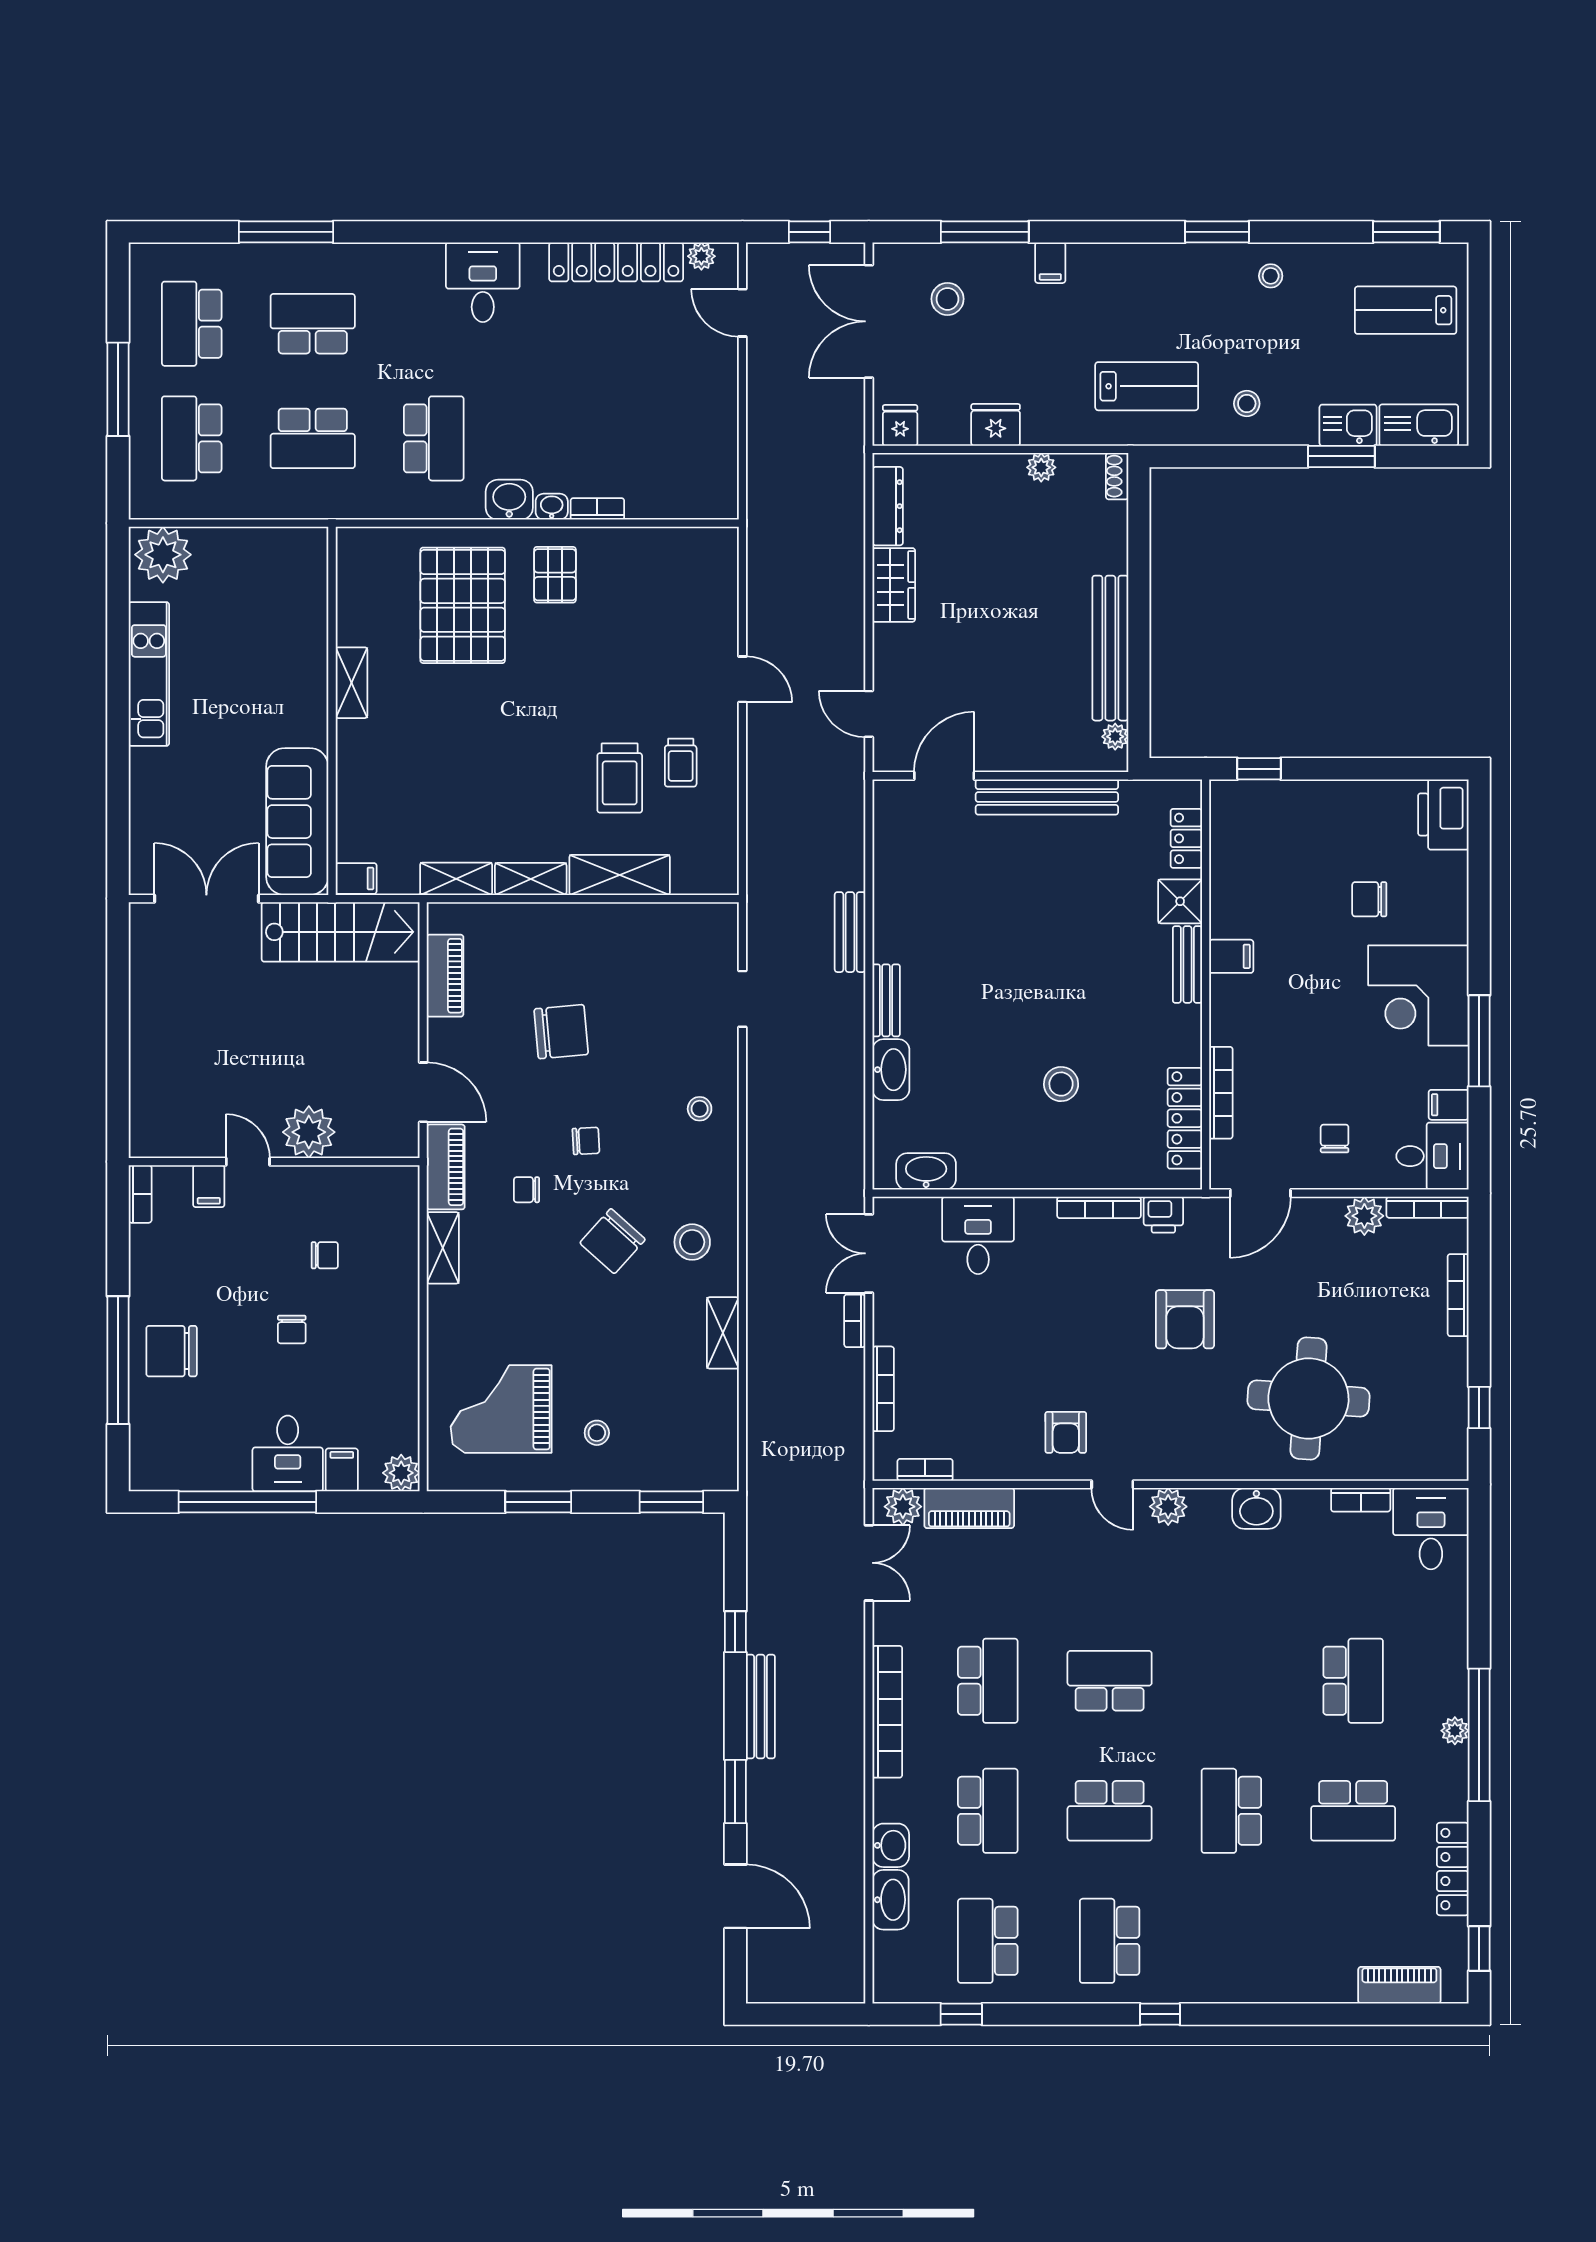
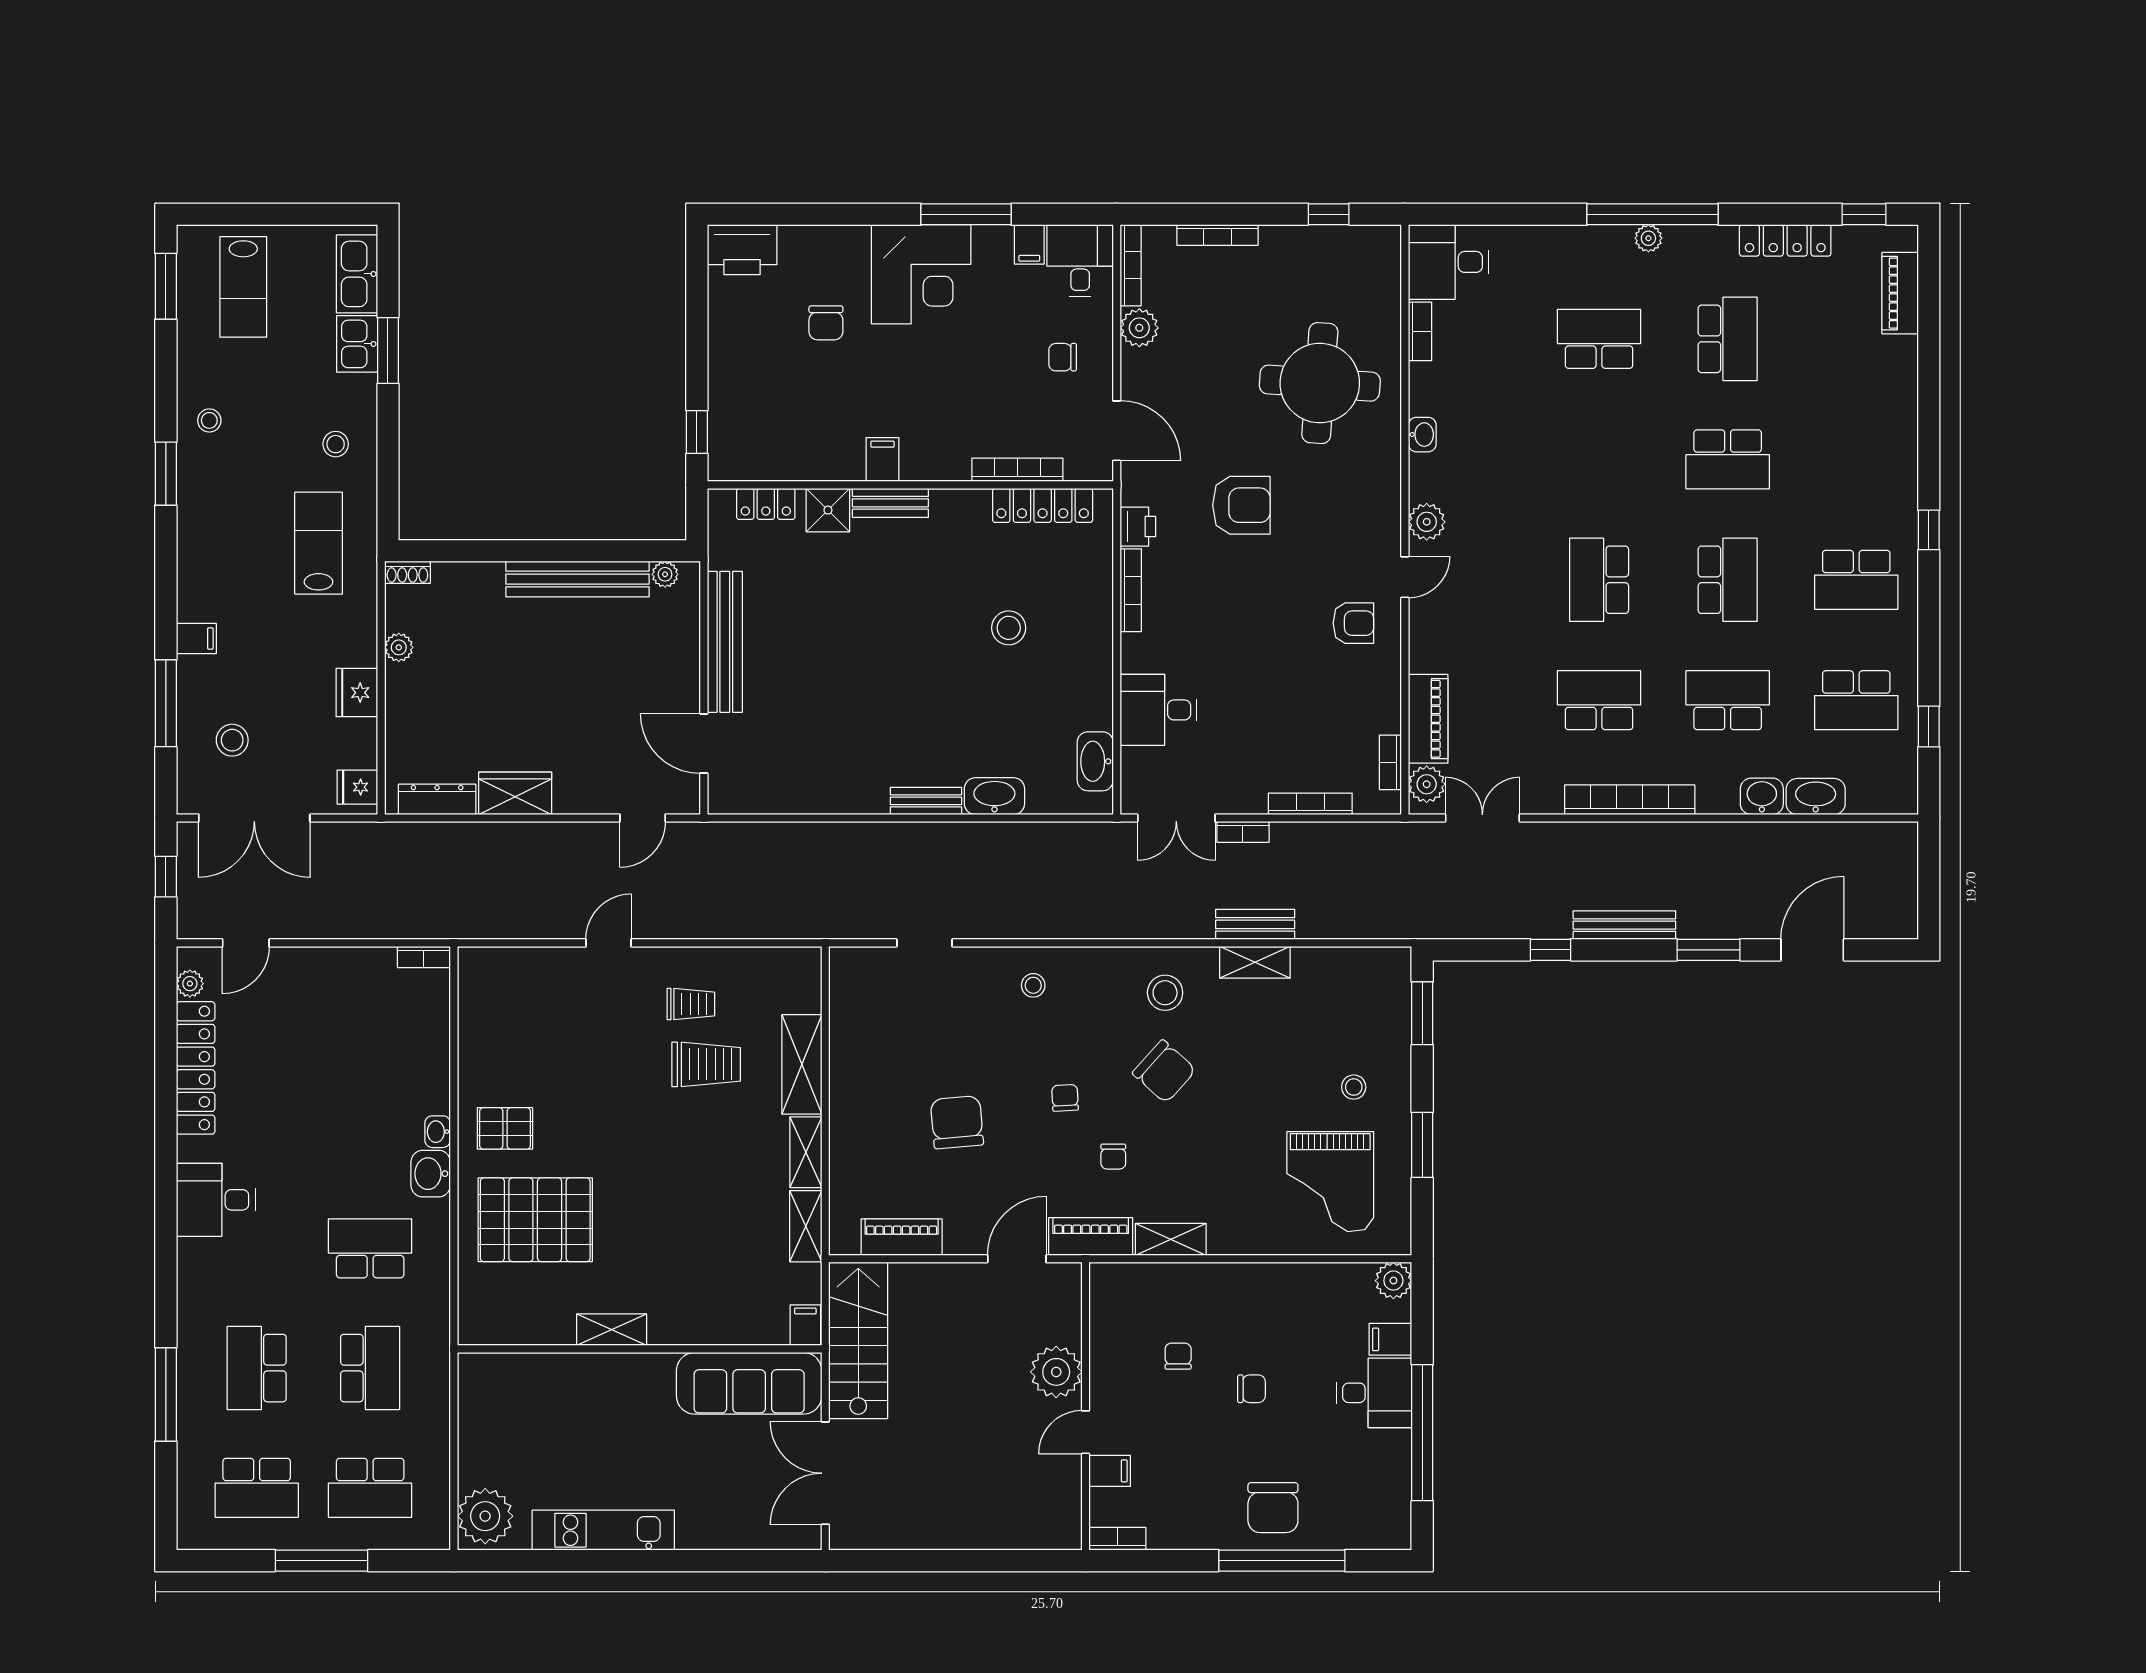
bookcase: (597, 509) -> (424, 957), moved, turned -90
bench: (850, 932) -> (1255, 924), moved
washbasin: (1256, 1508) -> (1422, 435), width x0.72, depth x0.69

